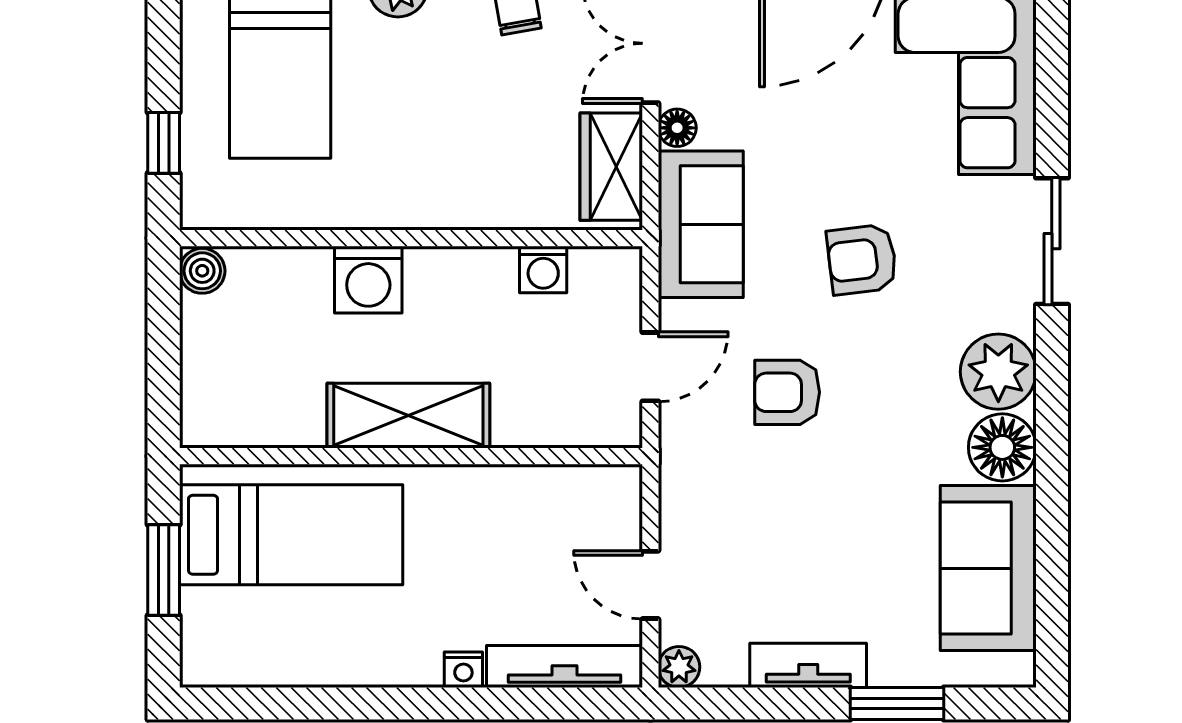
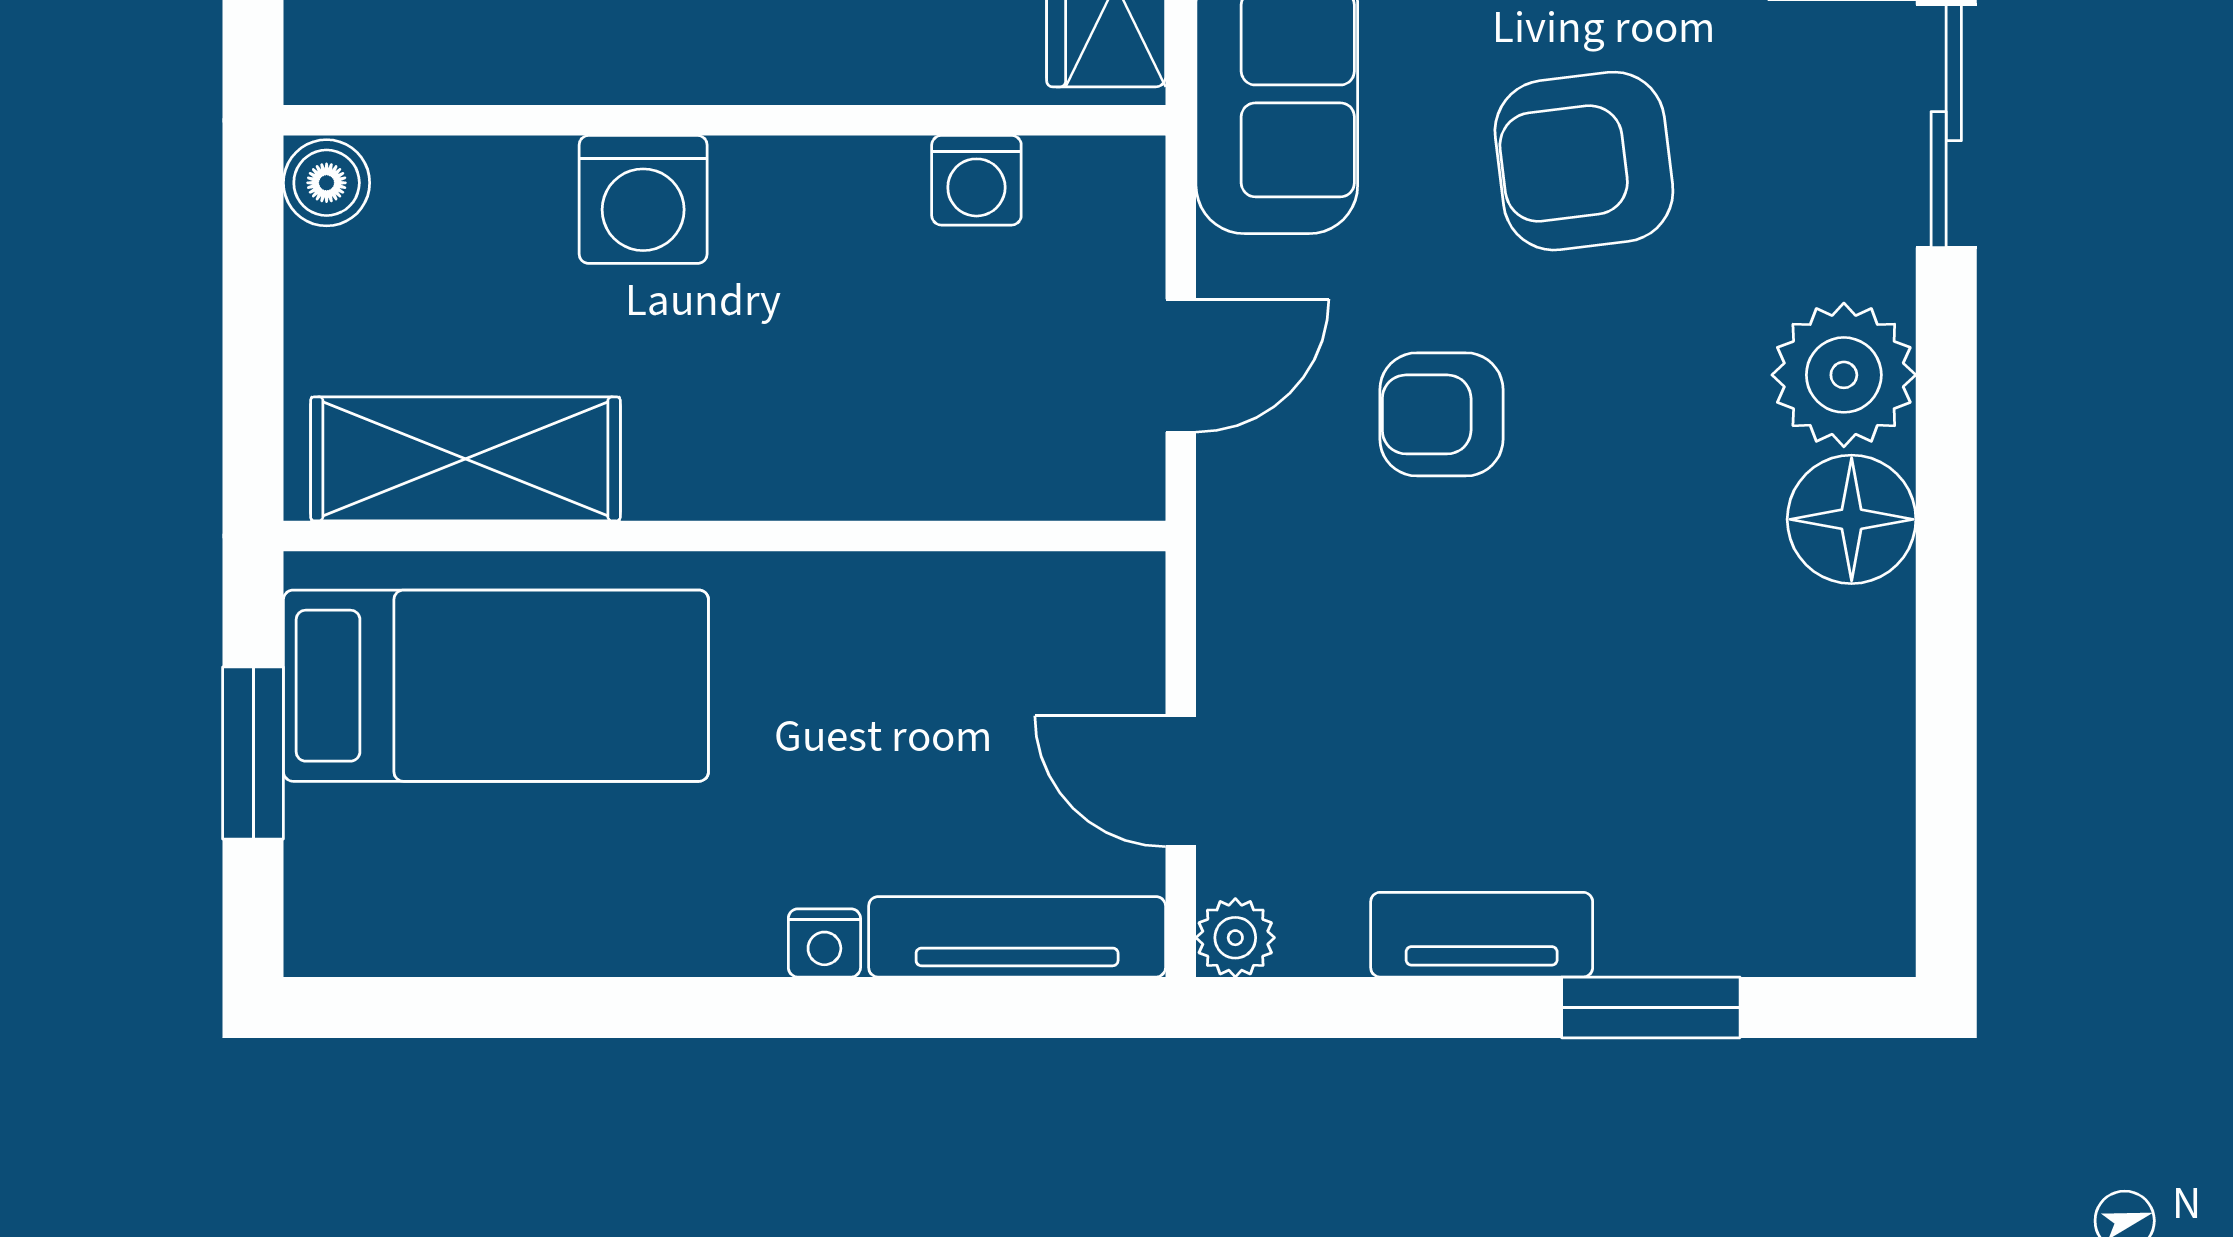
armchair: (862, 259) -> (1584, 161), width x1.38, depth x1.38
shelving: (408, 416) -> (465, 459), moved
sofa: (988, 568) -> (1825, 749), removed

